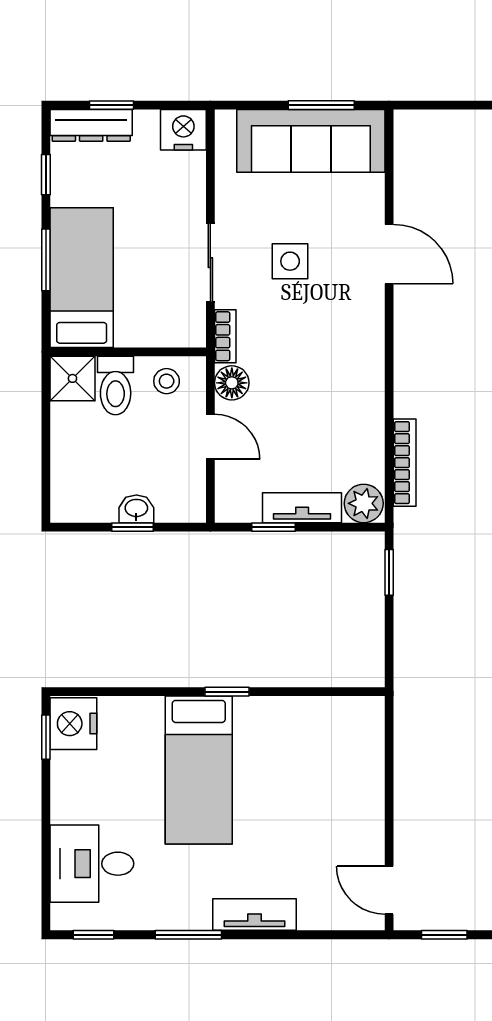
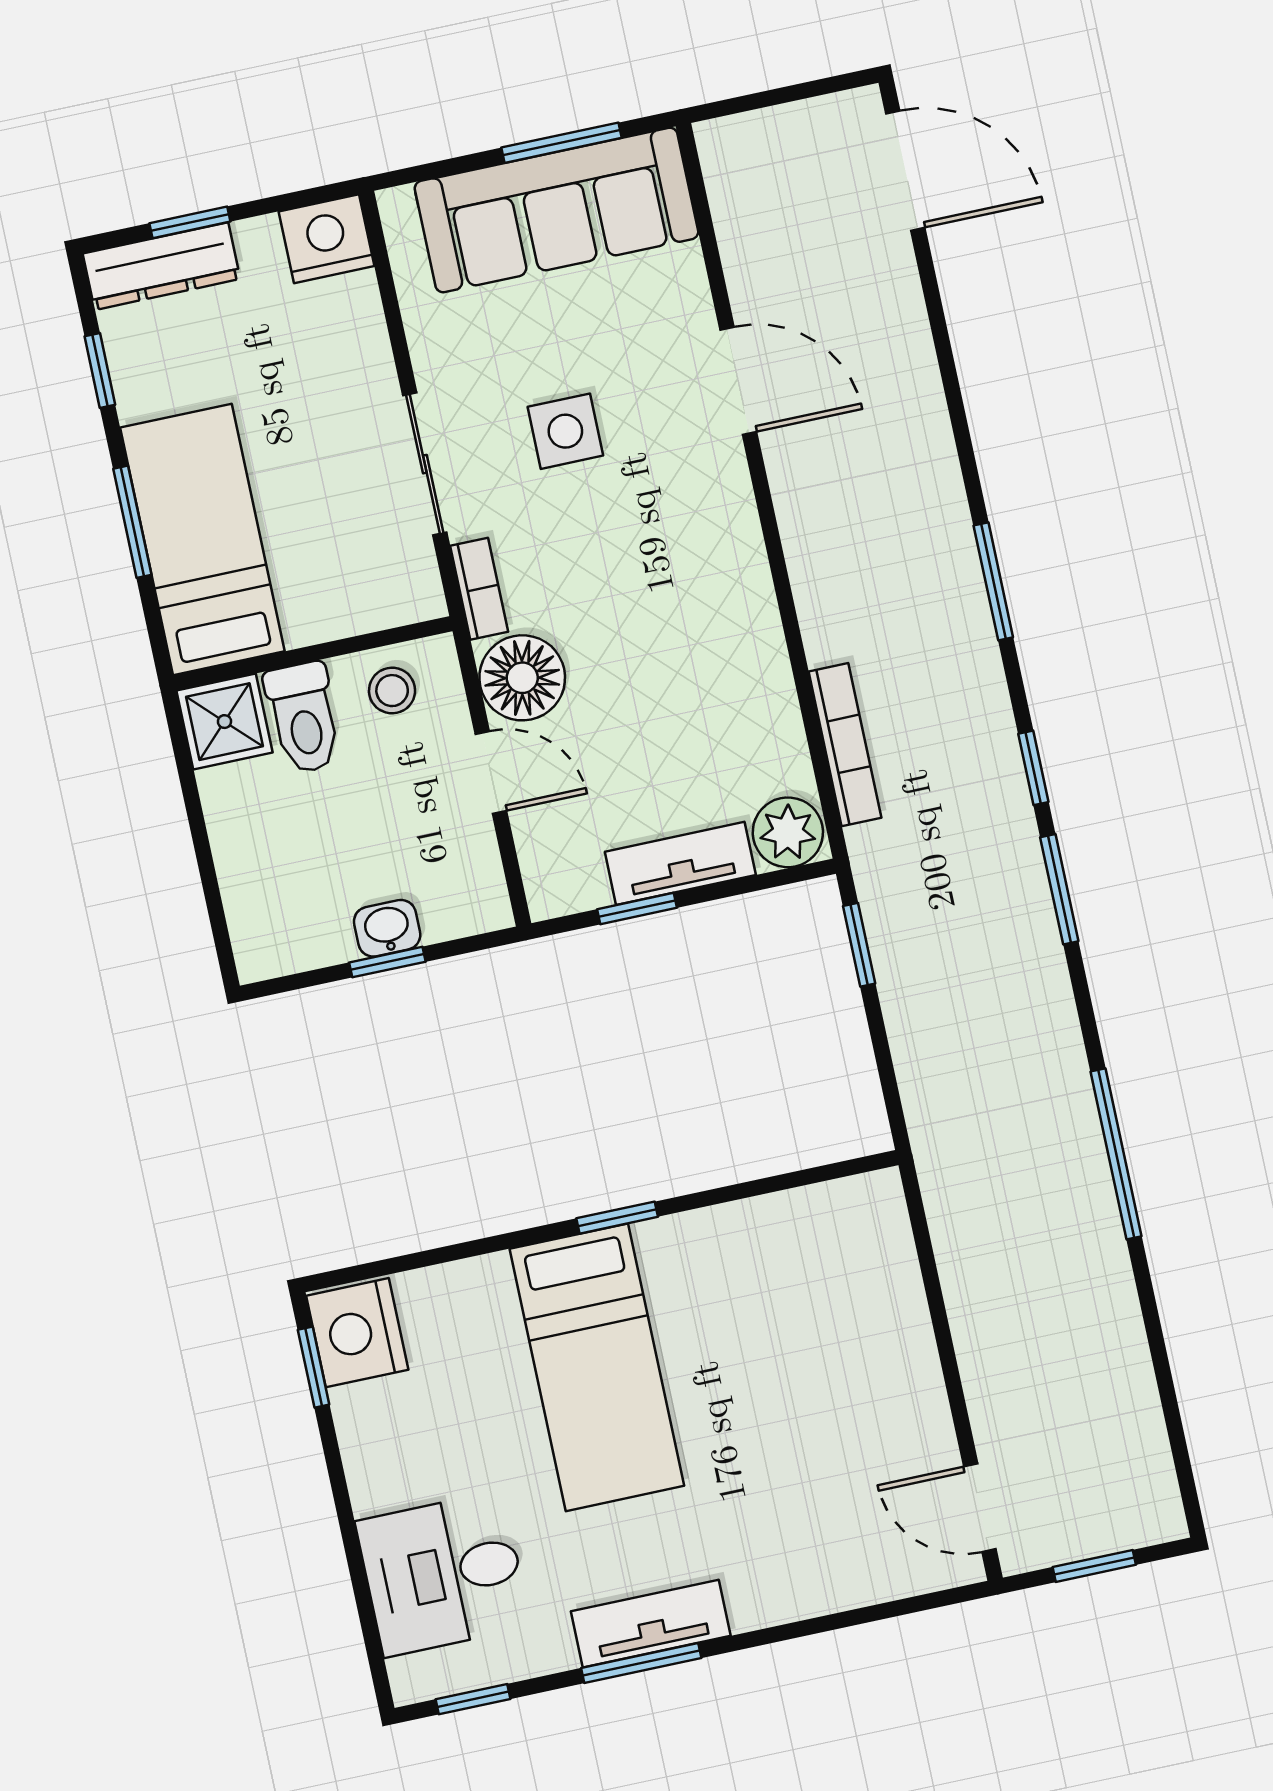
floor lamp: (232, 383) -> (522, 678), width x1.38, depth x1.38
tv unit: (255, 915) -> (651, 1624), moved

